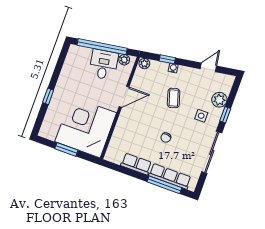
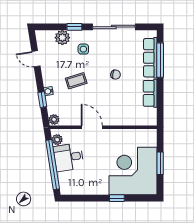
corner desk: (86, 127) -> (133, 171), moved, turned 90

